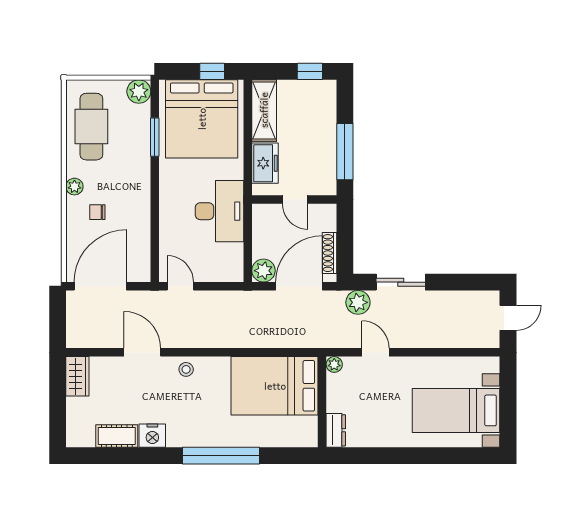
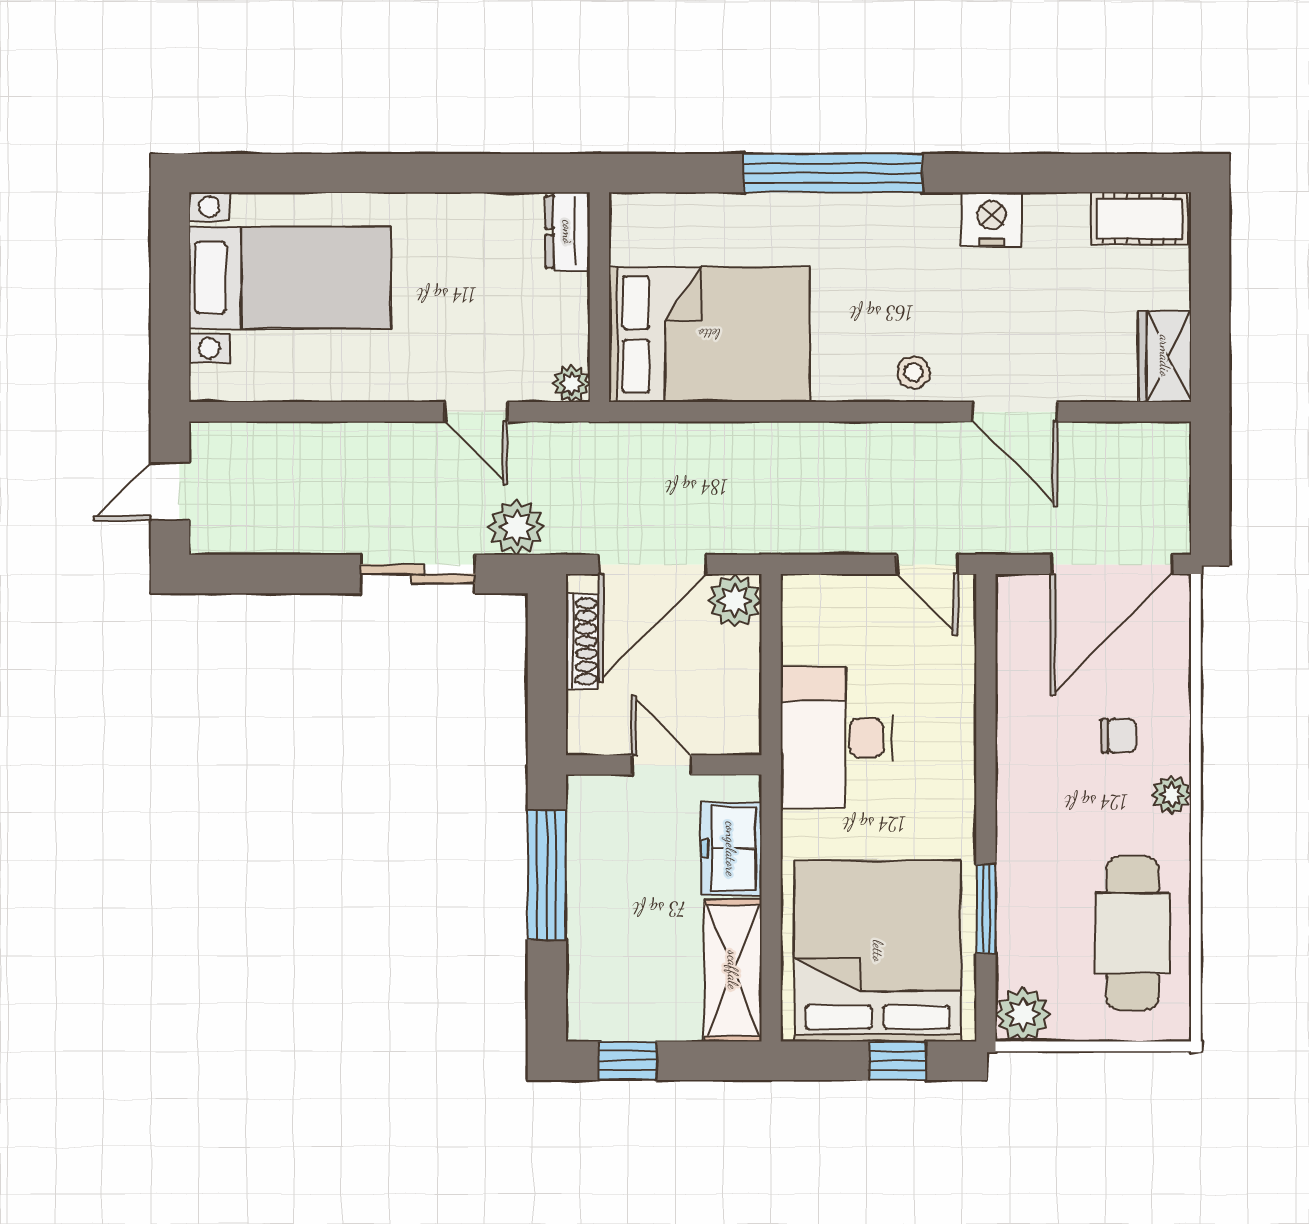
window: (212, 71) -> (898, 1061), moved
cot: (117, 436) -> (1139, 218), moved

